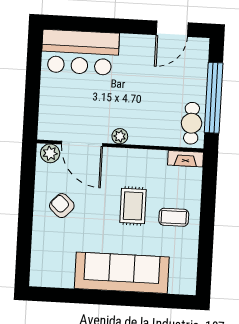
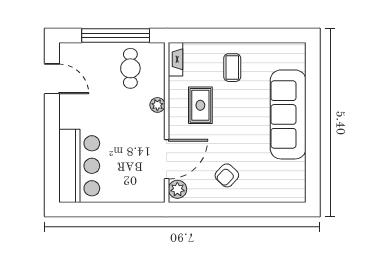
cafe table: (192, 123) -> (130, 68), moved, turned 90
plant: (120, 136) -> (157, 105), moved
rug: (133, 206) -> (200, 105), moved, turned 90

